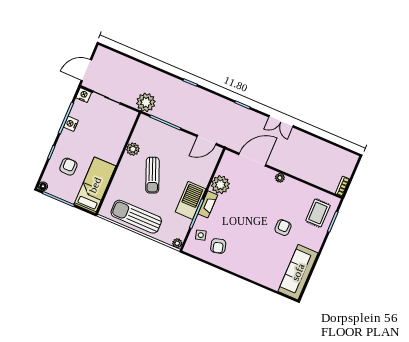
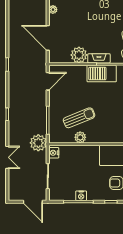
nightstand: (84, 95) -> (54, 153), moved
double door: (281, 121) -> (7, 157), moved
door: (207, 140) -> (48, 81), hinge flipped
sun lounger: (152, 175) -> (79, 118), moved

